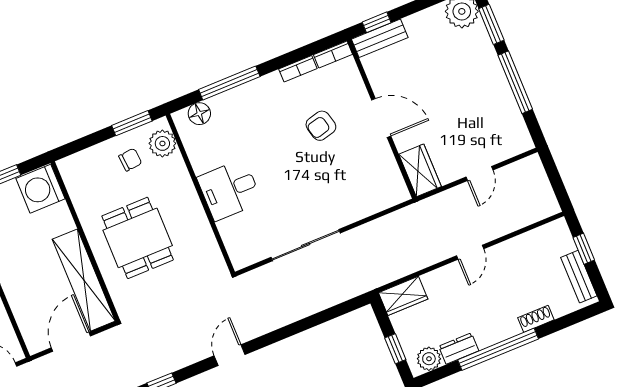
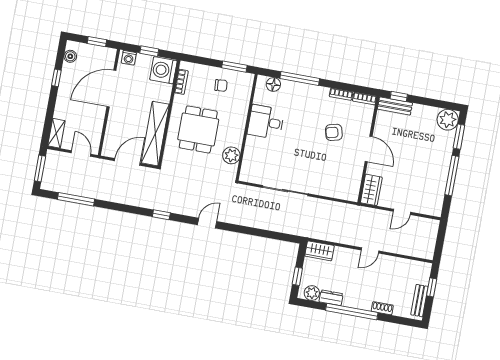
plant: (162, 143) -> (231, 155), moved
bookcase: (74, 189) -> (181, 82), added
desk: (229, 190) -> (266, 122), moved

